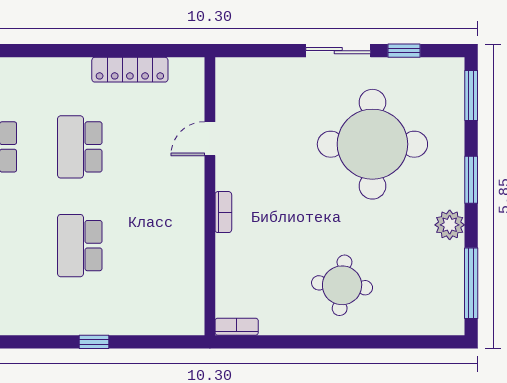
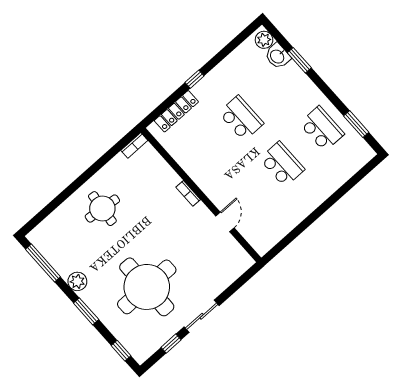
locker: (130, 70) -> (176, 111), moved, turned 180
window: (471, 95) -> (121, 351), width x0.67

